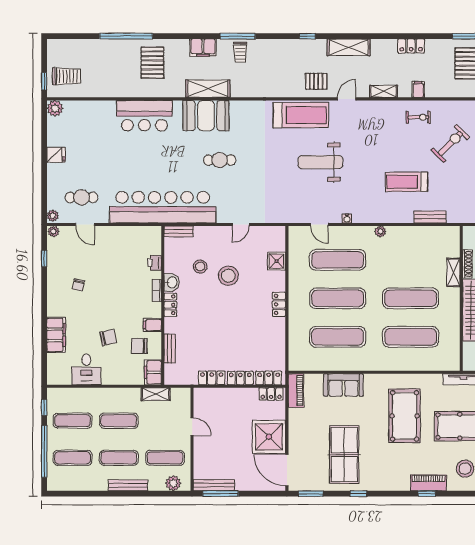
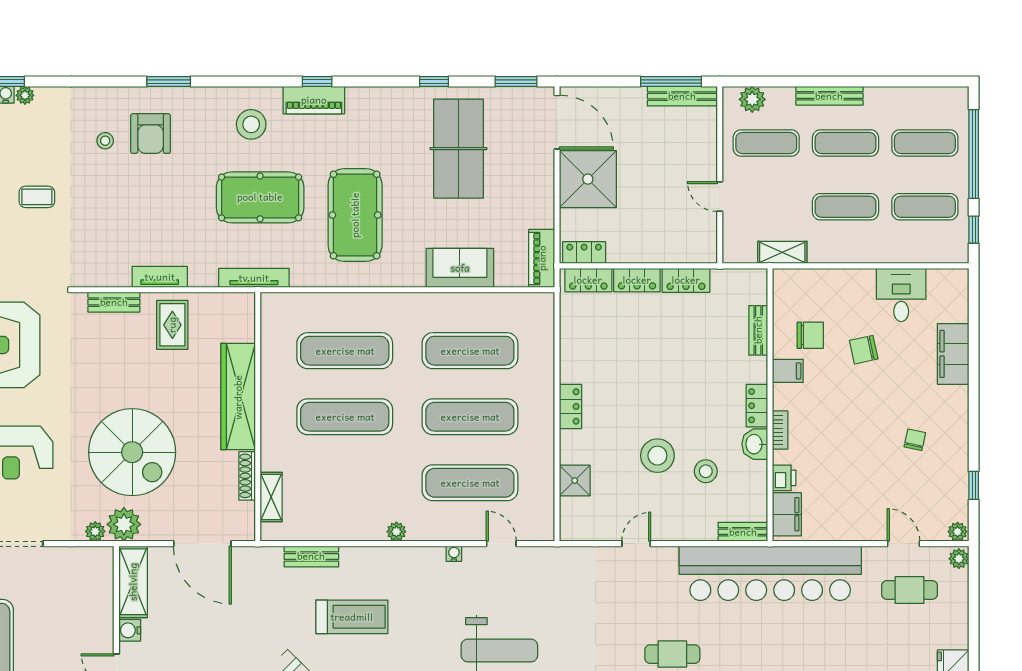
shelving: (453, 272) -> (271, 497), moved
filing cabinet: (153, 372) -> (787, 514), moved

